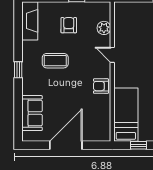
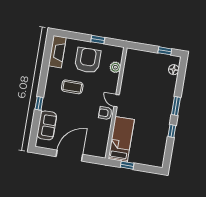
armchair: (69, 25) -> (88, 60), width x1.88, depth x1.88
door: (112, 55) -> (117, 101), moved
window: (18, 70) -> (39, 103), moved

